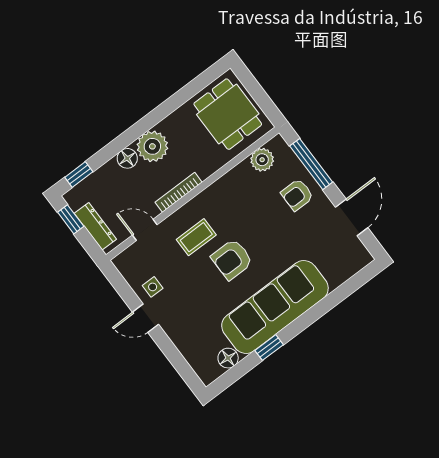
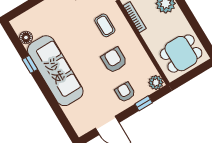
plant: (262, 160) -> (156, 82), moved
window: (311, 164) -> (144, 103), width x0.46
armchair: (232, 259) -> (114, 60), moved

